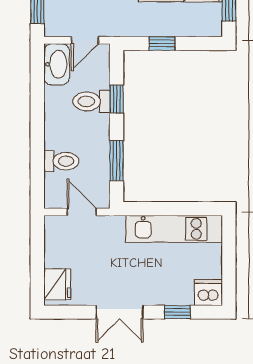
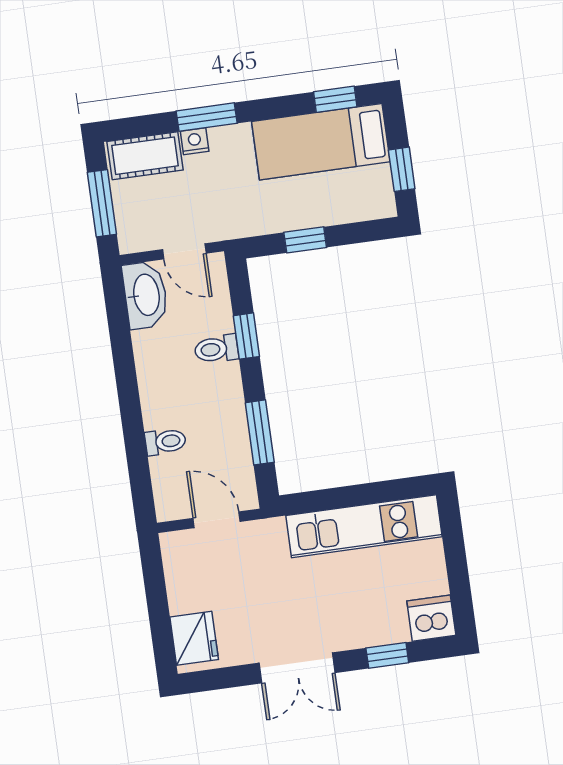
door: (85, 40) -> (184, 251), hinge flipped
toilet: (91, 101) -> (216, 349), width x0.73, depth x0.72
toilet: (61, 161) -> (165, 442), width x0.73, depth x0.72

